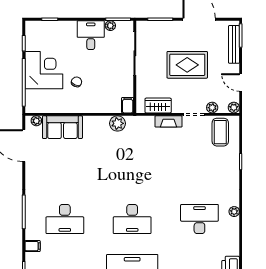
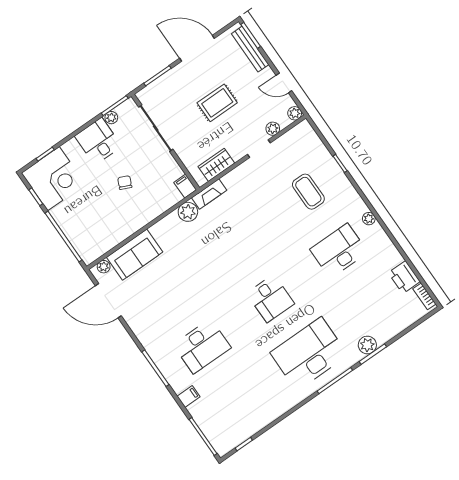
rug: (187, 65) -> (217, 103), width x0.73, depth x0.70
corner desk: (44, 70) -> (53, 179), moved, turned 90
chair: (77, 82) -> (125, 183), moved
fireplace: (168, 121) -> (209, 194), moved
coffee table: (220, 132) -> (308, 192), moved
desk: (132, 219) -> (270, 299), width x0.73

